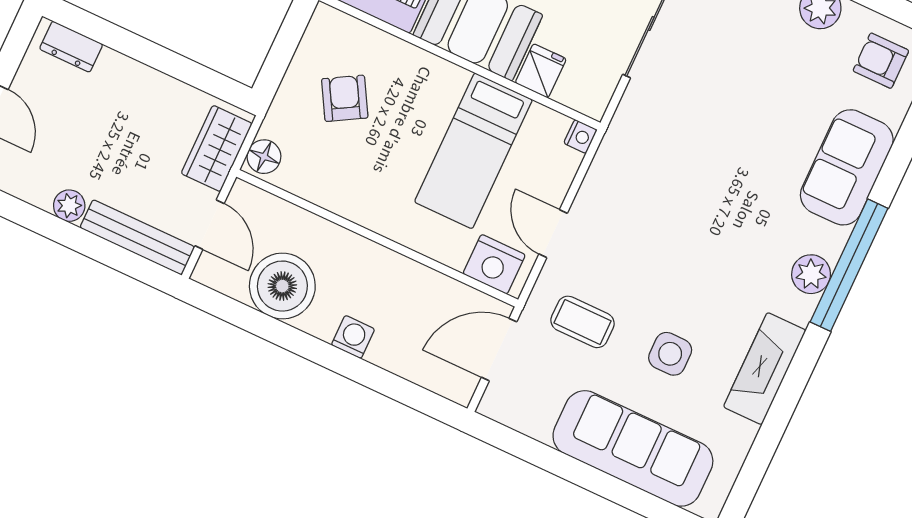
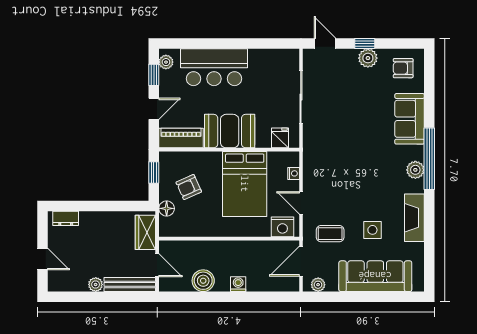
window: (289, 37) -> (154, 172), added
fridge: (541, 71) -> (280, 138), moved
armchair: (345, 98) -> (189, 187), turned -84
nightstand: (580, 137) -> (294, 173), moved
bed: (473, 151) -> (245, 184), width x1.50
floor lamp: (264, 157) -> (167, 208), moved
boiler: (282, 286) -> (203, 281), width x0.73, depth x0.73
plant: (511, 412) -> (318, 285), added

